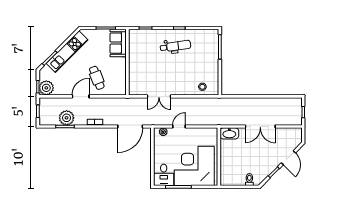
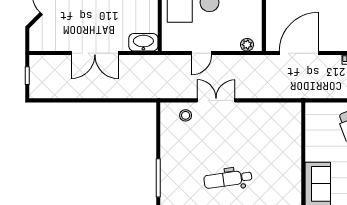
double door: (159, 96) -> (216, 100), moved
door: (179, 127) -> (201, 53), moved
double door: (260, 127) -> (95, 53), swing flipped

